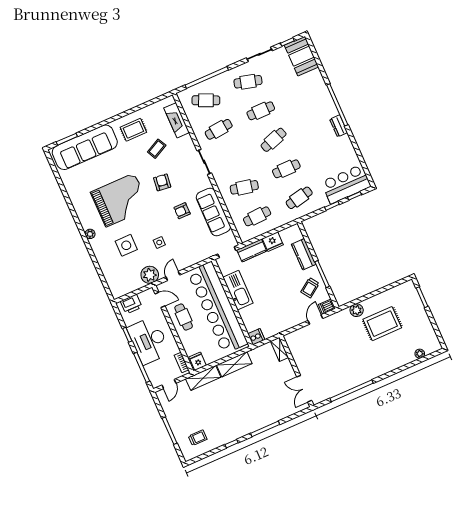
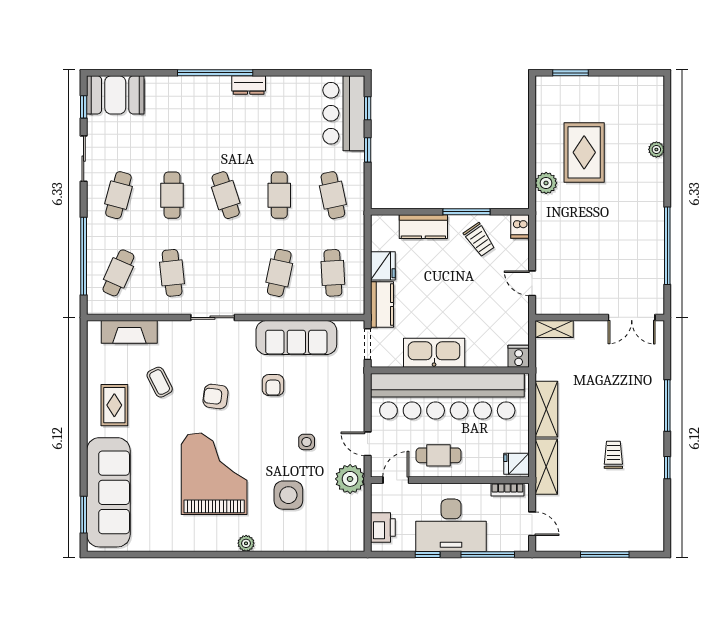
door: (315, 319) -> (532, 283), moved
plant: (420, 354) -> (656, 149), moved
trolley: (198, 438) -> (613, 455), moved

